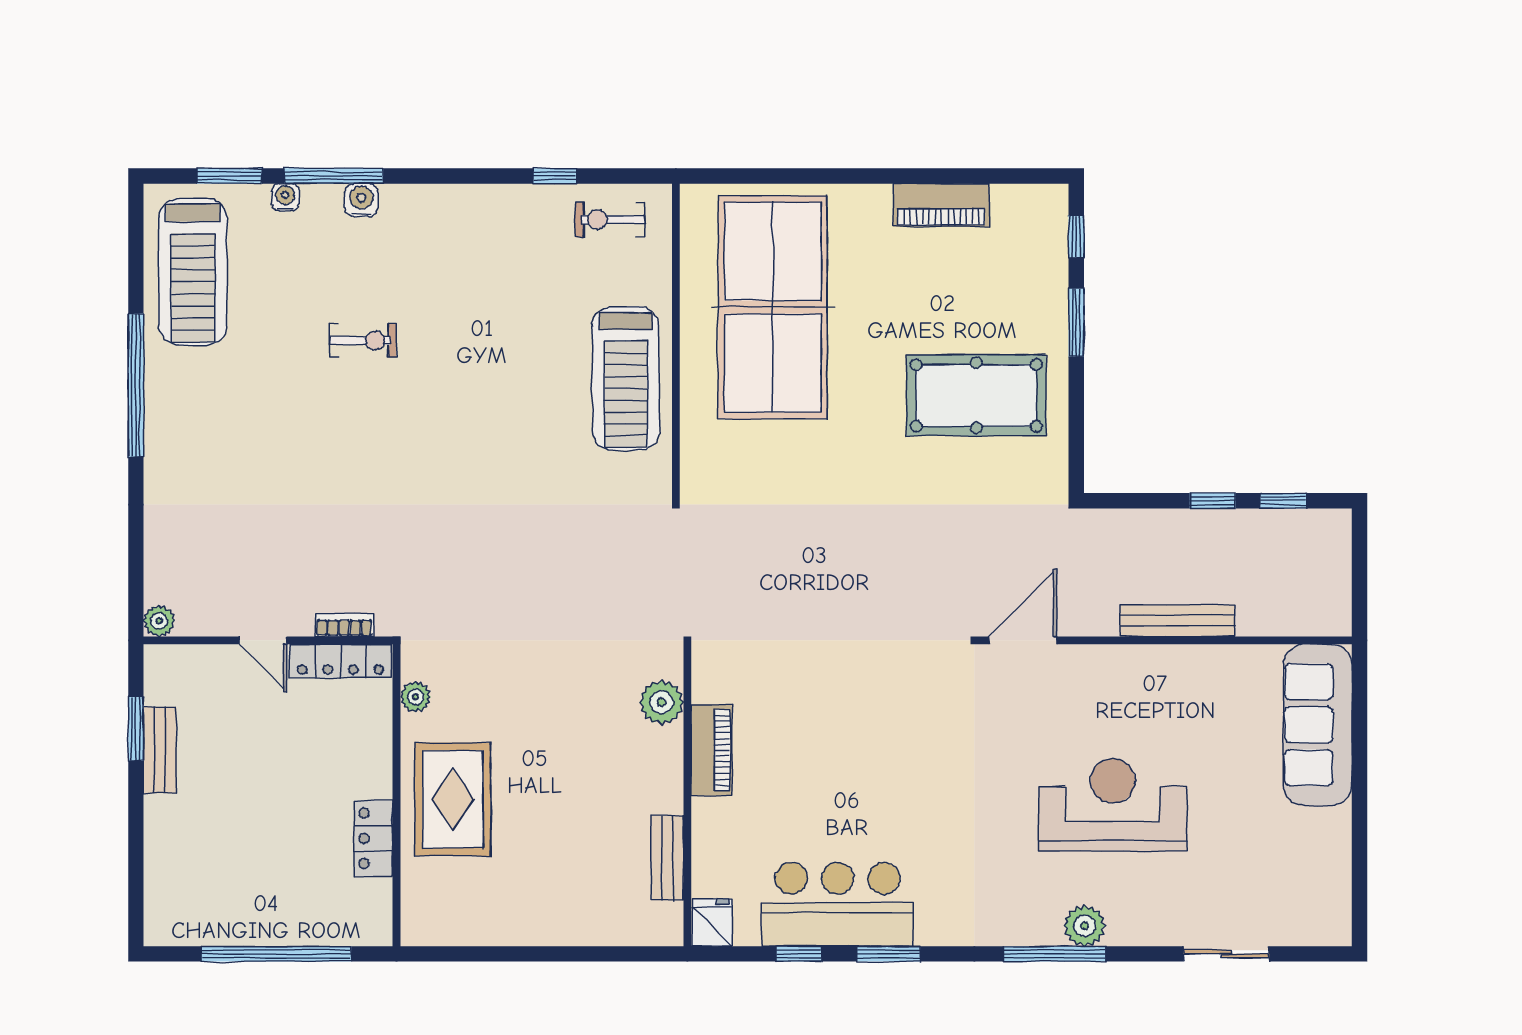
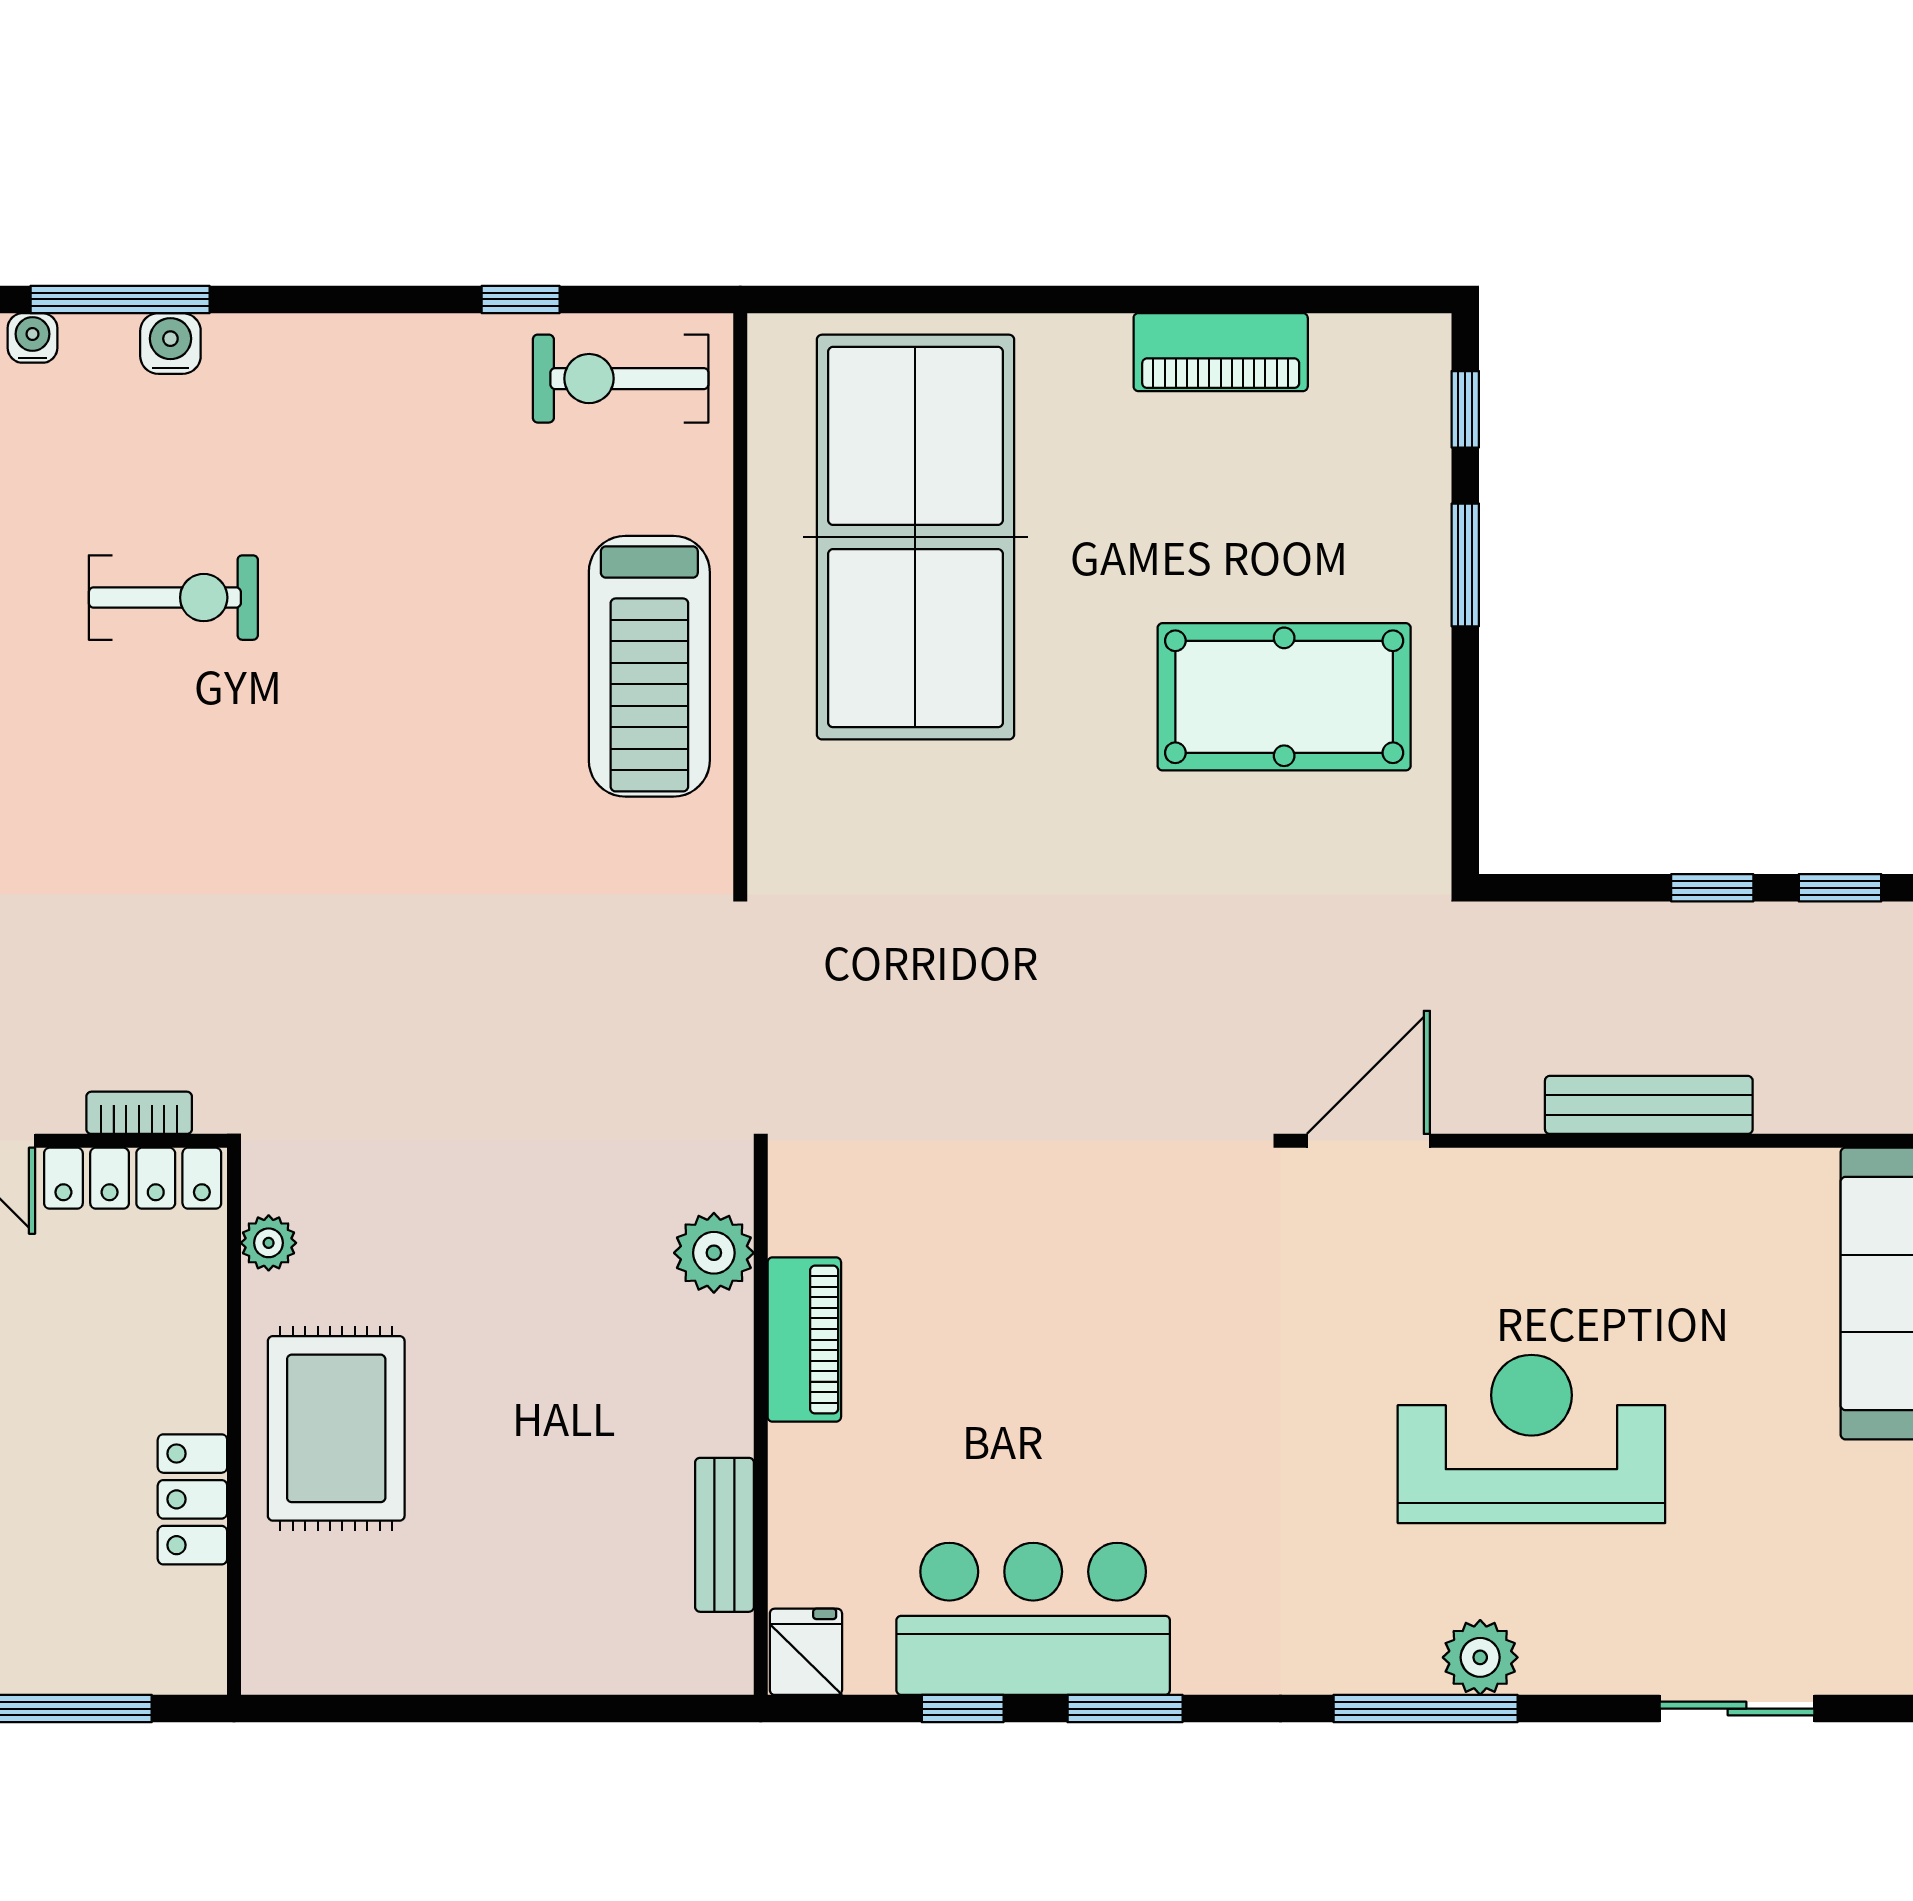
exercise bike: (610, 220) -> (621, 379), width x1.38, depth x1.39
exercise bike: (363, 341) -> (173, 598), width x1.38, depth x1.39

